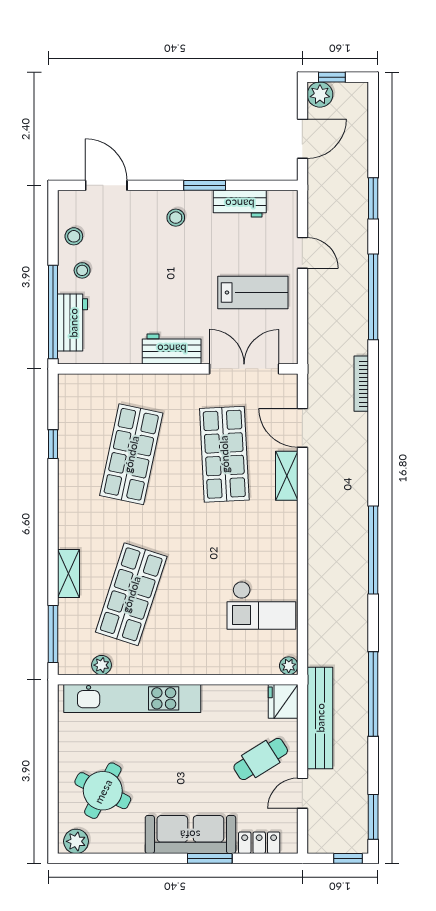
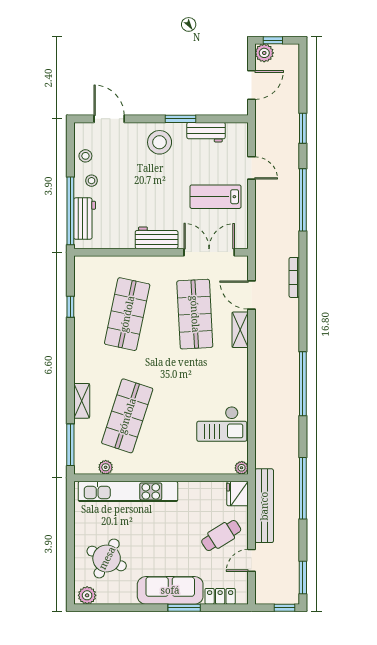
stool: (176, 218) -> (160, 142), width x1.89, depth x1.89
lab bench: (253, 292) -> (216, 197), turned 180
bookcase: (361, 384) -> (294, 277), moved

